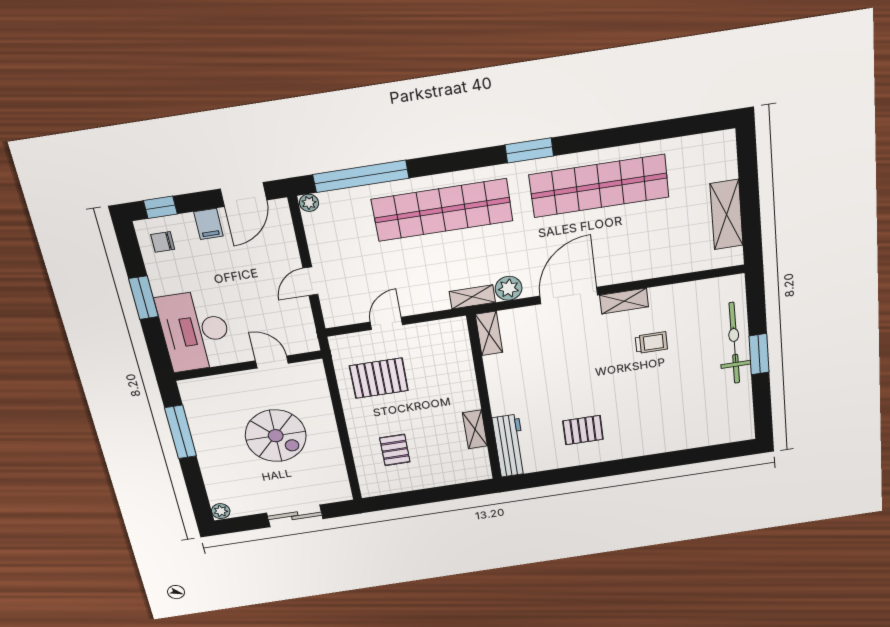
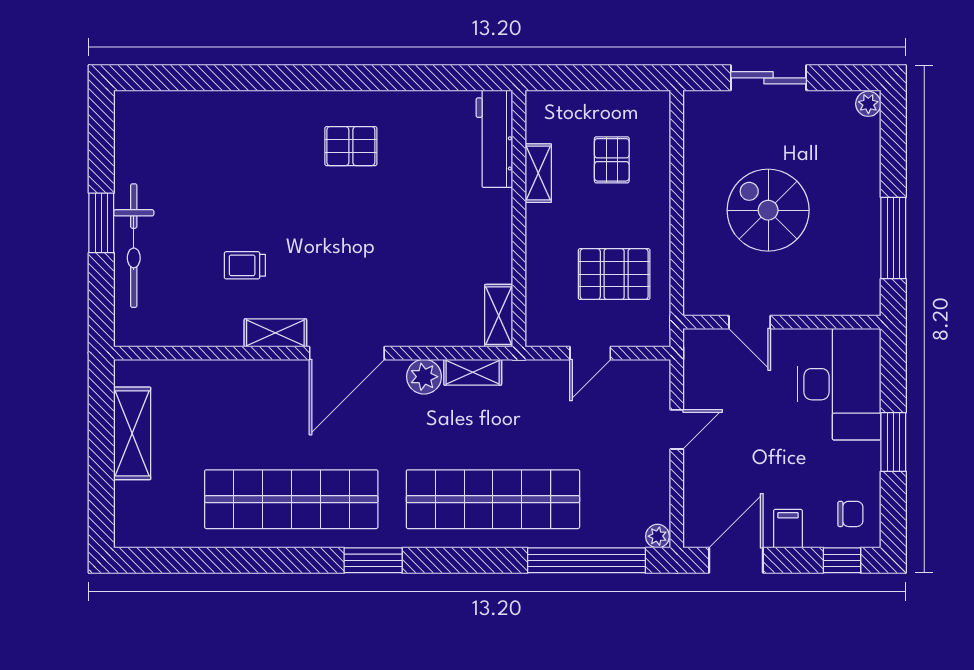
shelving: (489, 333) -> (499, 316), moved
wall: (484, 399) -> (519, 219), moved
shelving: (475, 429) -> (538, 173), moved
workbench: (510, 446) -> (494, 139), moved

